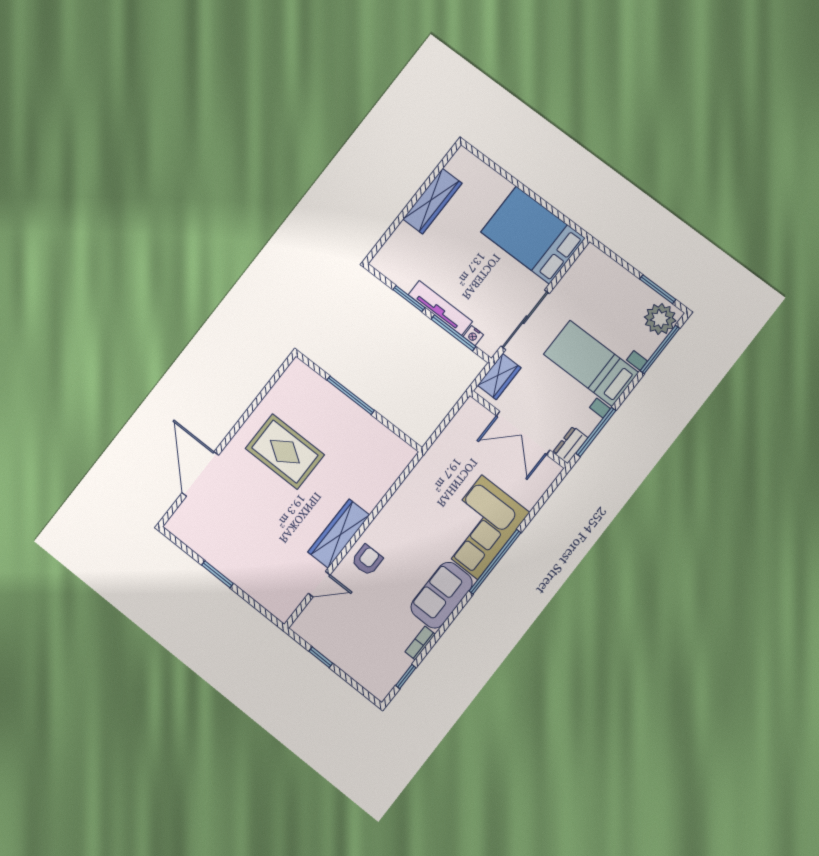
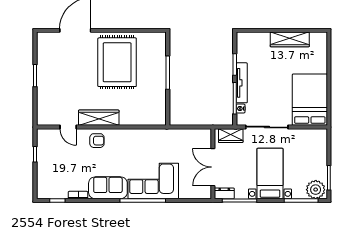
rug: (285, 452) -> (117, 62), width x1.37, depth x1.44

